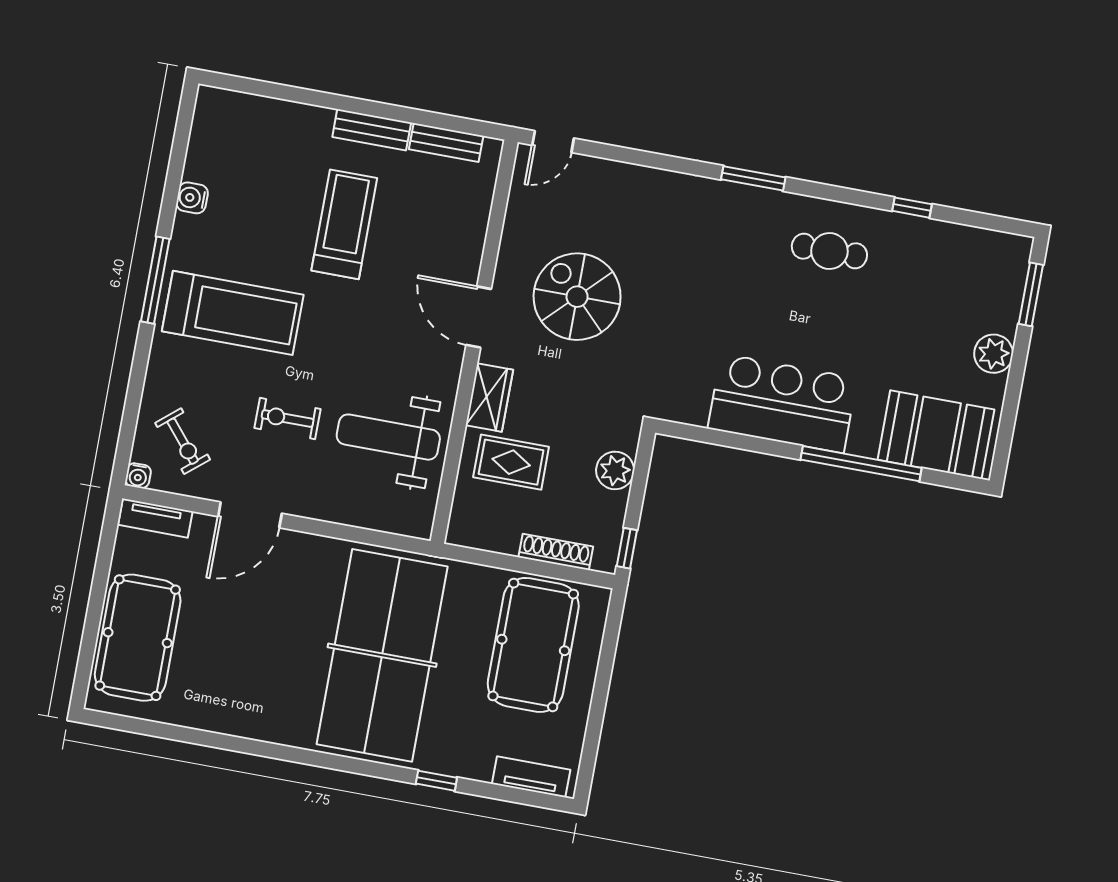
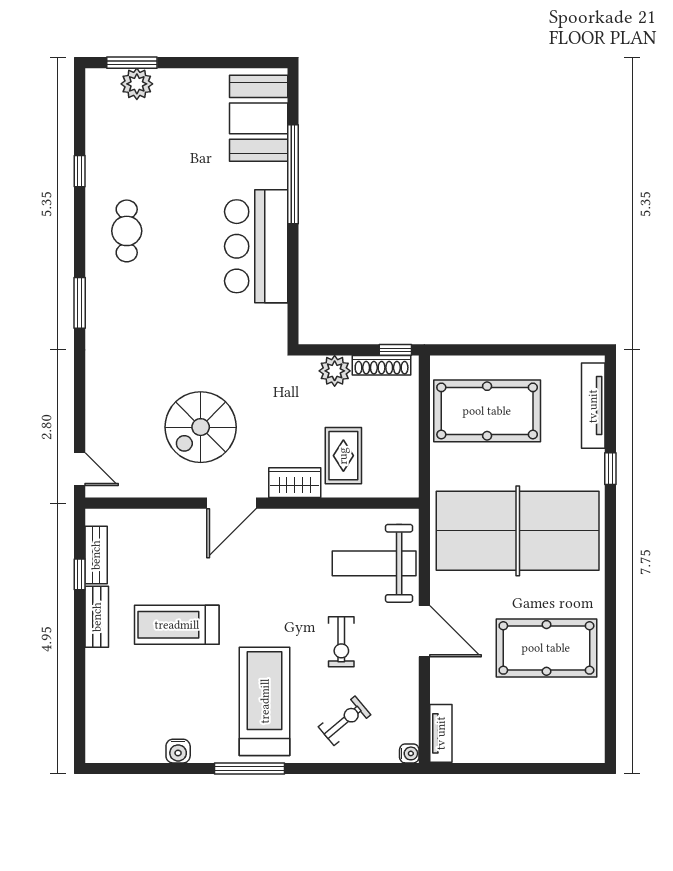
window: (426, 118) -> (80, 574), added
plant: (994, 354) -> (137, 84), moved
weight bench: (388, 437) -> (374, 563), moved, turned 90
exercise bike: (183, 441) -> (345, 721), moved
door: (250, 515) -> (424, 631), moved
shoe rack: (556, 552) -> (382, 365), moved, turned -90
pool table: (138, 638) -> (546, 648), moved
tv unit: (531, 777) -> (593, 406), width x1.41

